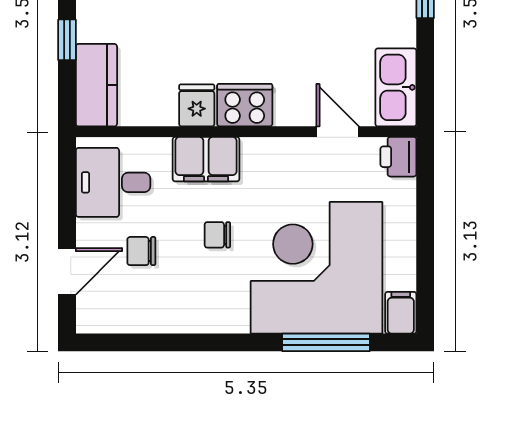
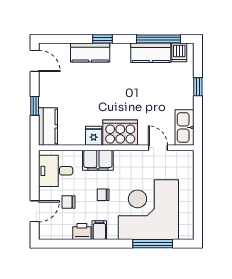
cooker: (245, 105) -> (120, 133), width x1.37, depth x1.31
printer: (398, 157) -> (82, 232), moved, turned 90
filing cabinet: (401, 313) -> (99, 230), moved

